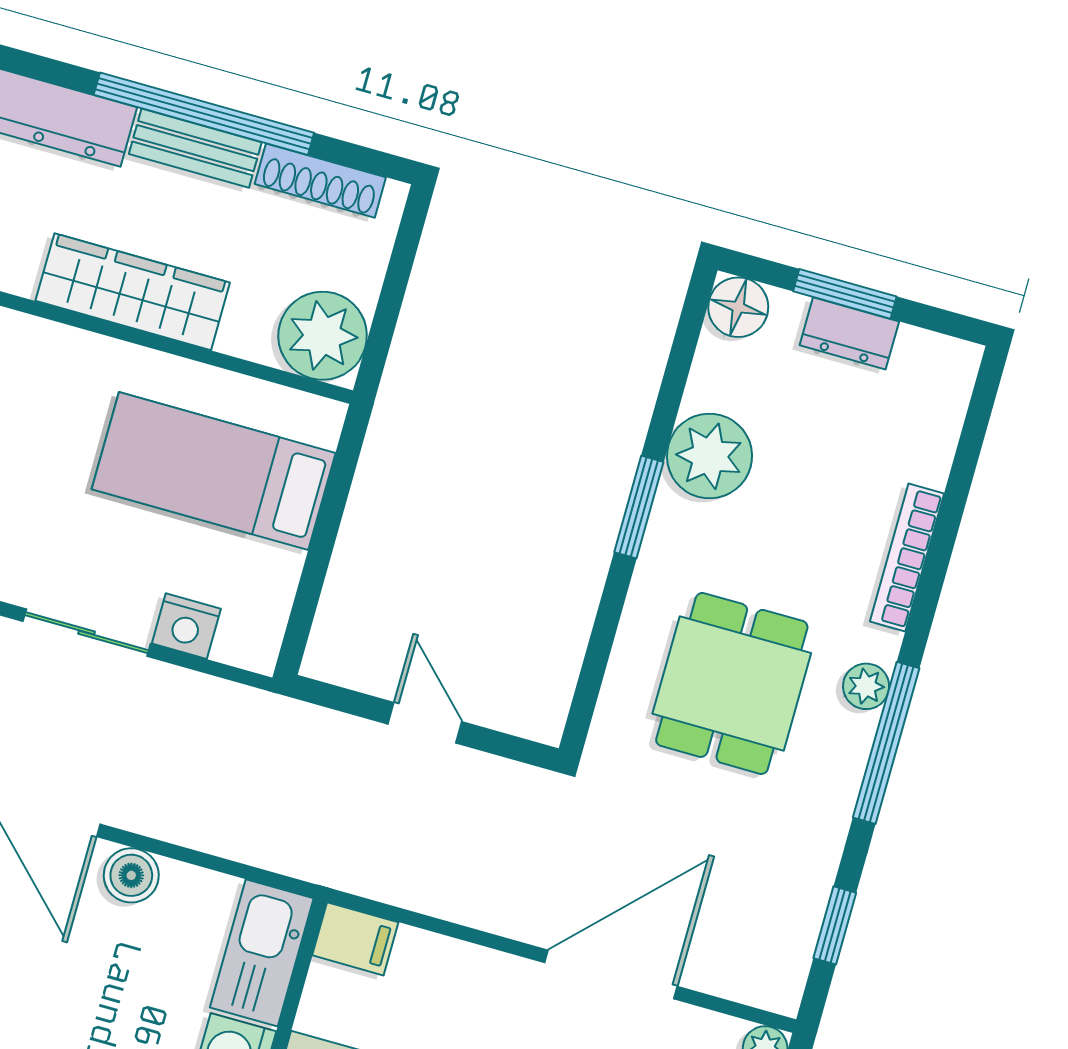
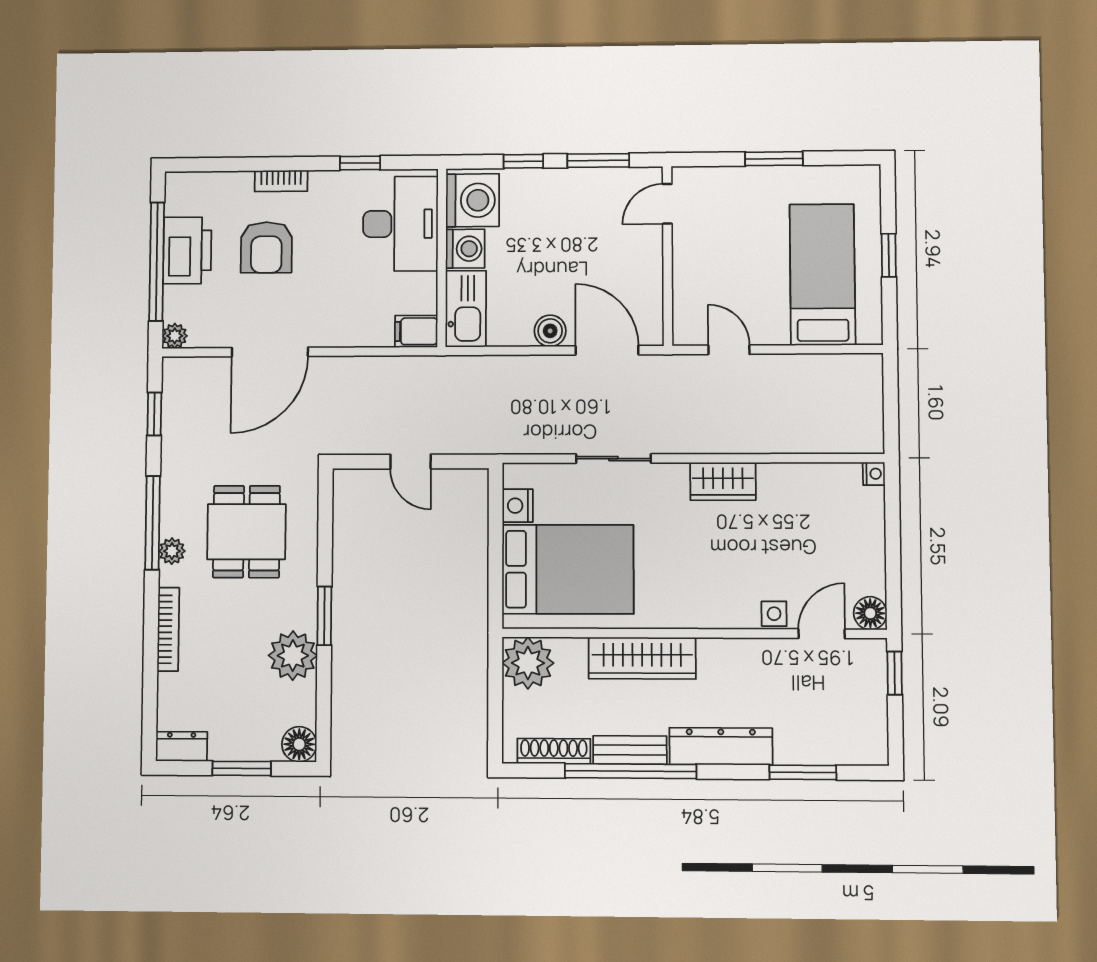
dresser: (849, 333) -> (181, 746), moved
bed: (214, 471) -> (568, 569), width x1.50
nightstand: (186, 626) -> (518, 506), moved, turned -90

